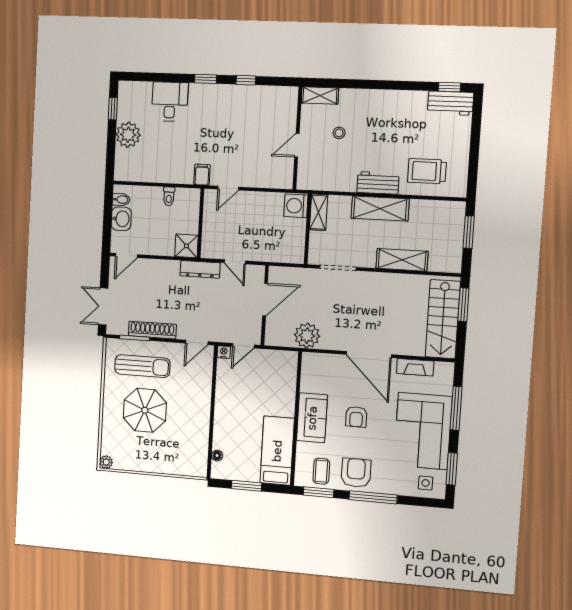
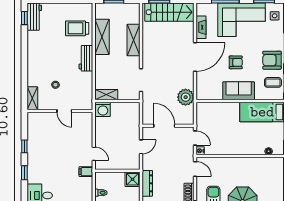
trolley: (427, 171) -> (77, 28), turned 90
shelving: (380, 209) -> (102, 37), moved
dresser: (200, 269) -> (147, 183), moved

